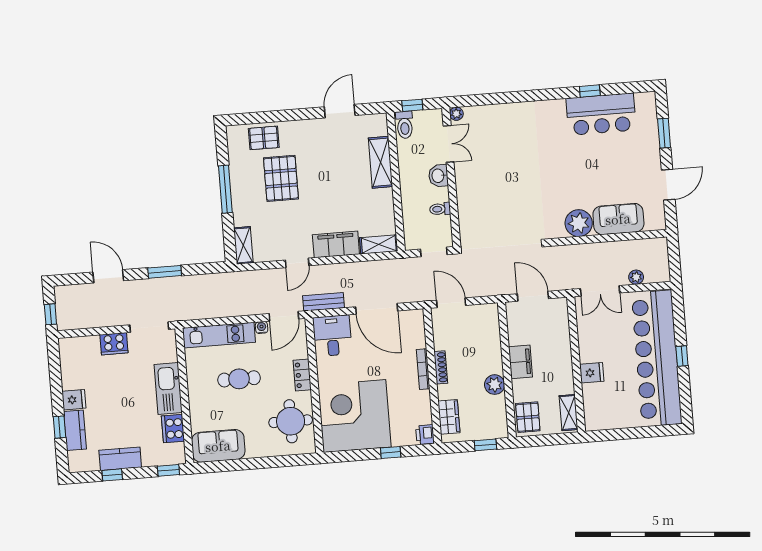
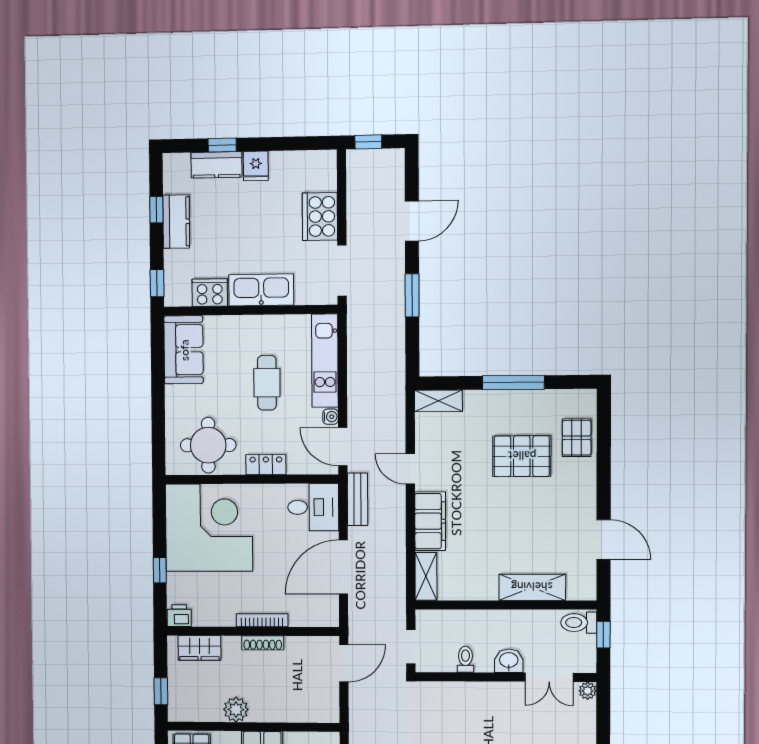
cooker: (114, 344) -> (320, 217), width x1.37, depth x1.31

